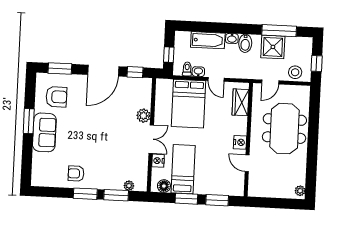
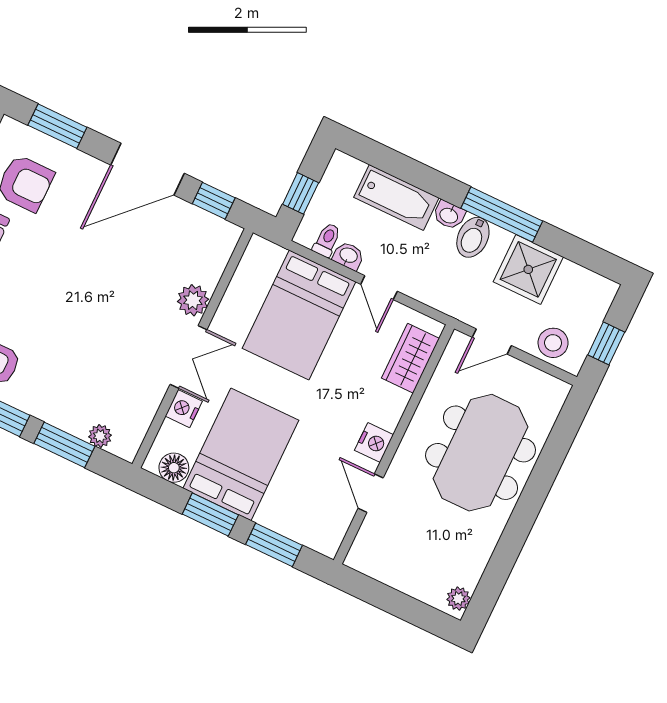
window: (279, 31) -> (502, 215), moved
bed: (183, 169) -> (241, 454), width x1.50

